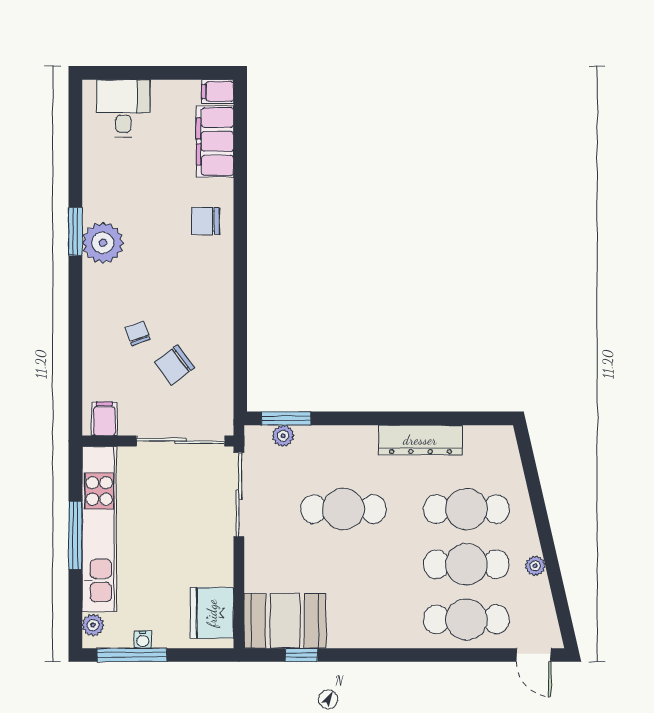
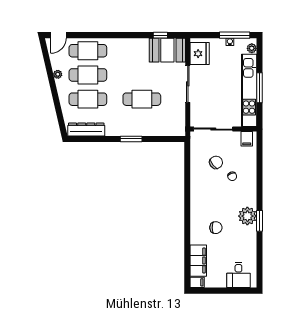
chair: (205, 221) -> (216, 228), moved
window: (286, 418) -> (131, 139), moved
plant: (283, 436) -> (168, 131), removed
dresser: (420, 440) -> (86, 129), moved
sliding door: (239, 495) -> (188, 84), moved
door: (534, 655) -> (58, 35), swing flipped

